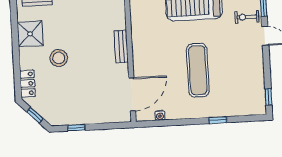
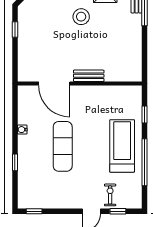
exercise mat: (198, 70) -> (63, 146), turned 90
door: (132, 94) -> (54, 84), moved
water cooler: (160, 115) -> (22, 130), moved

